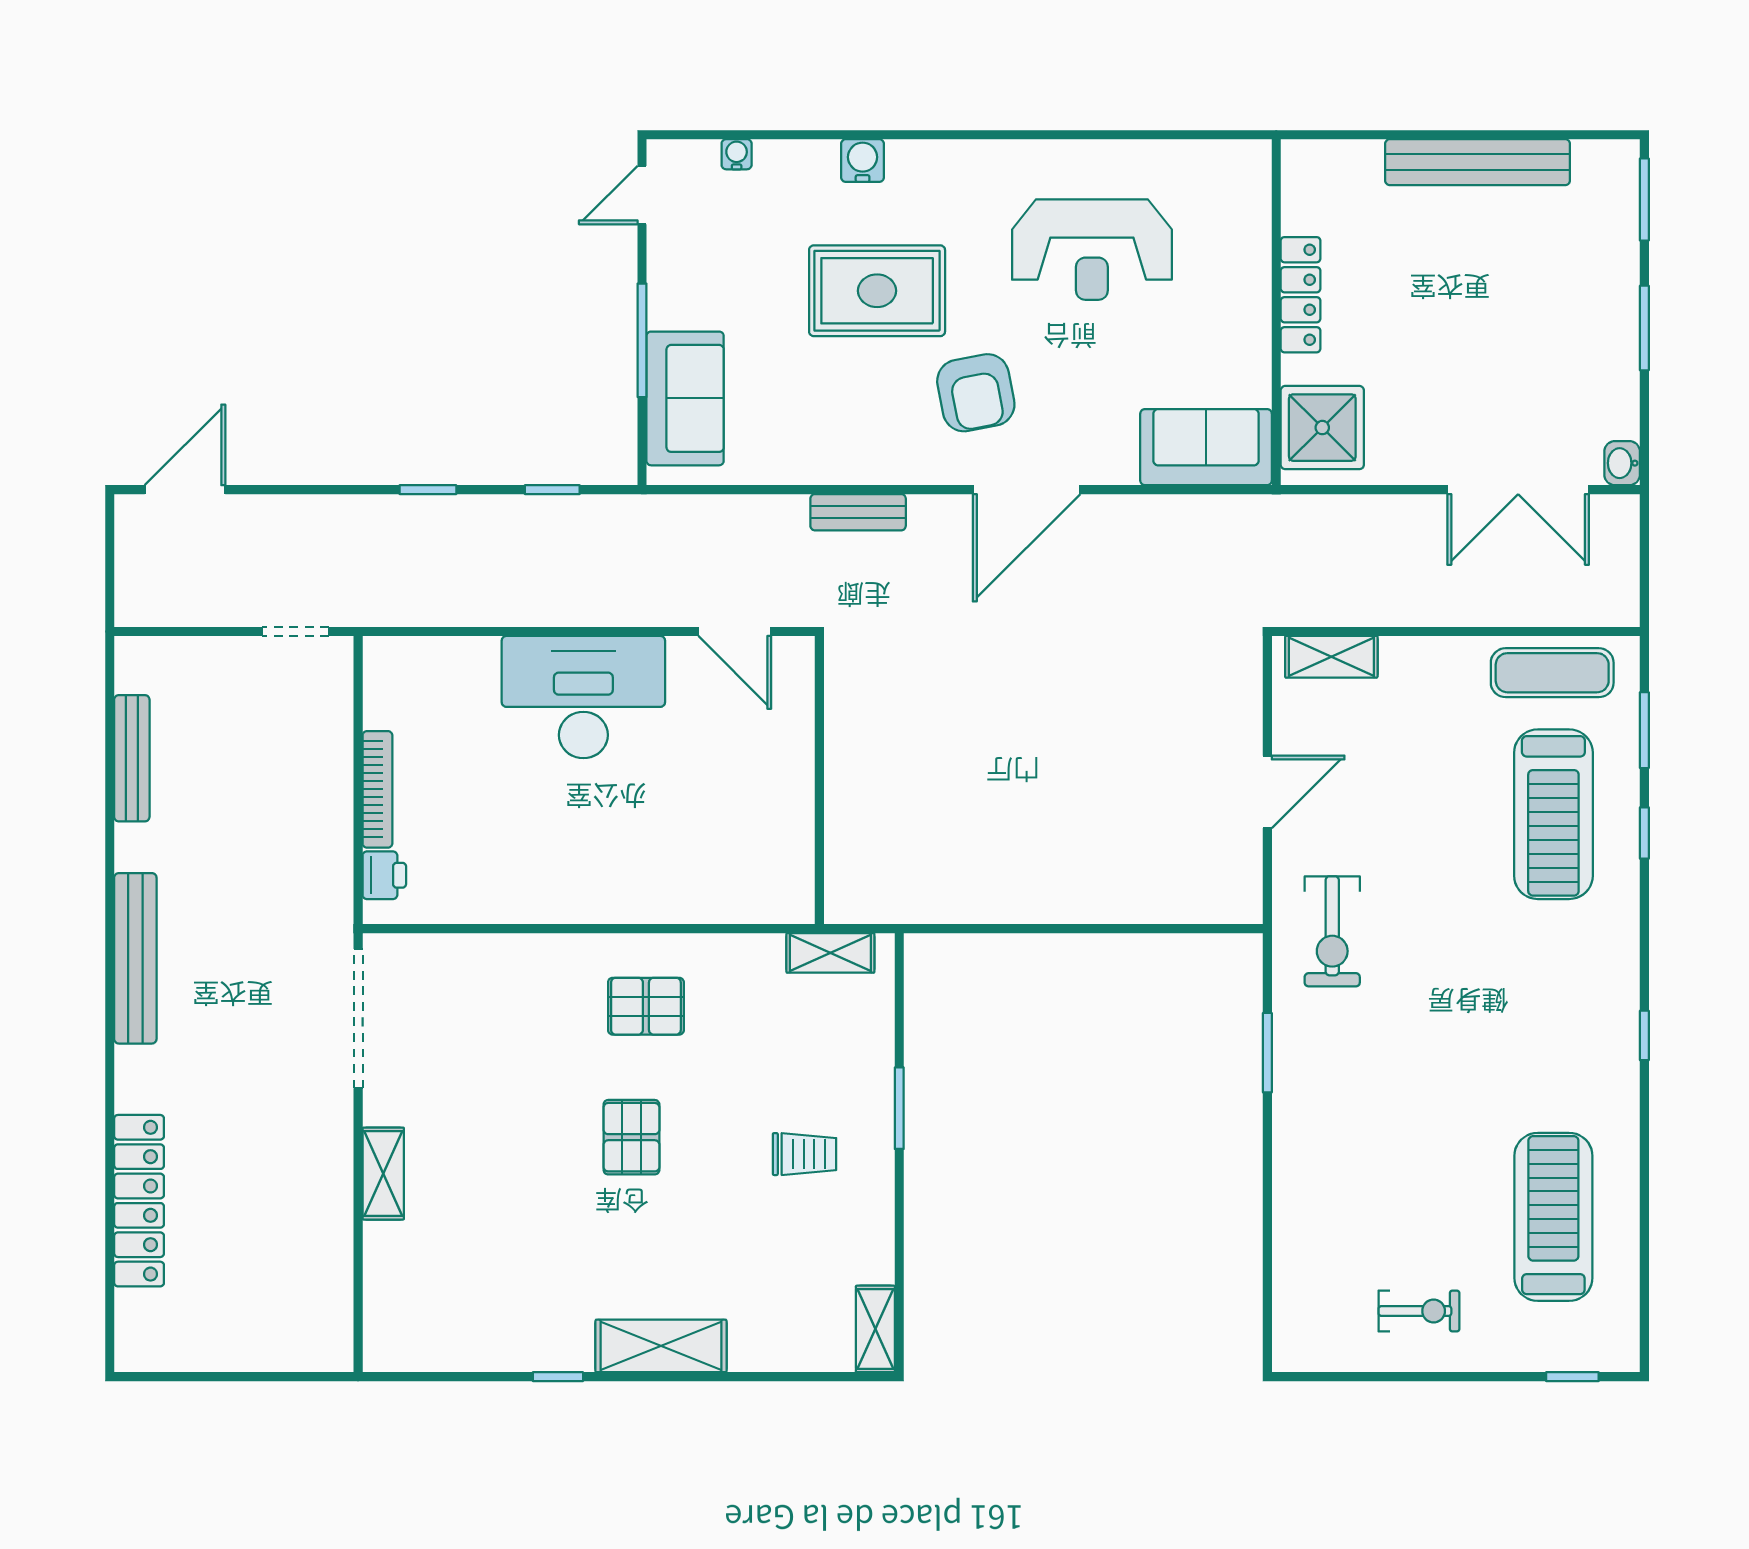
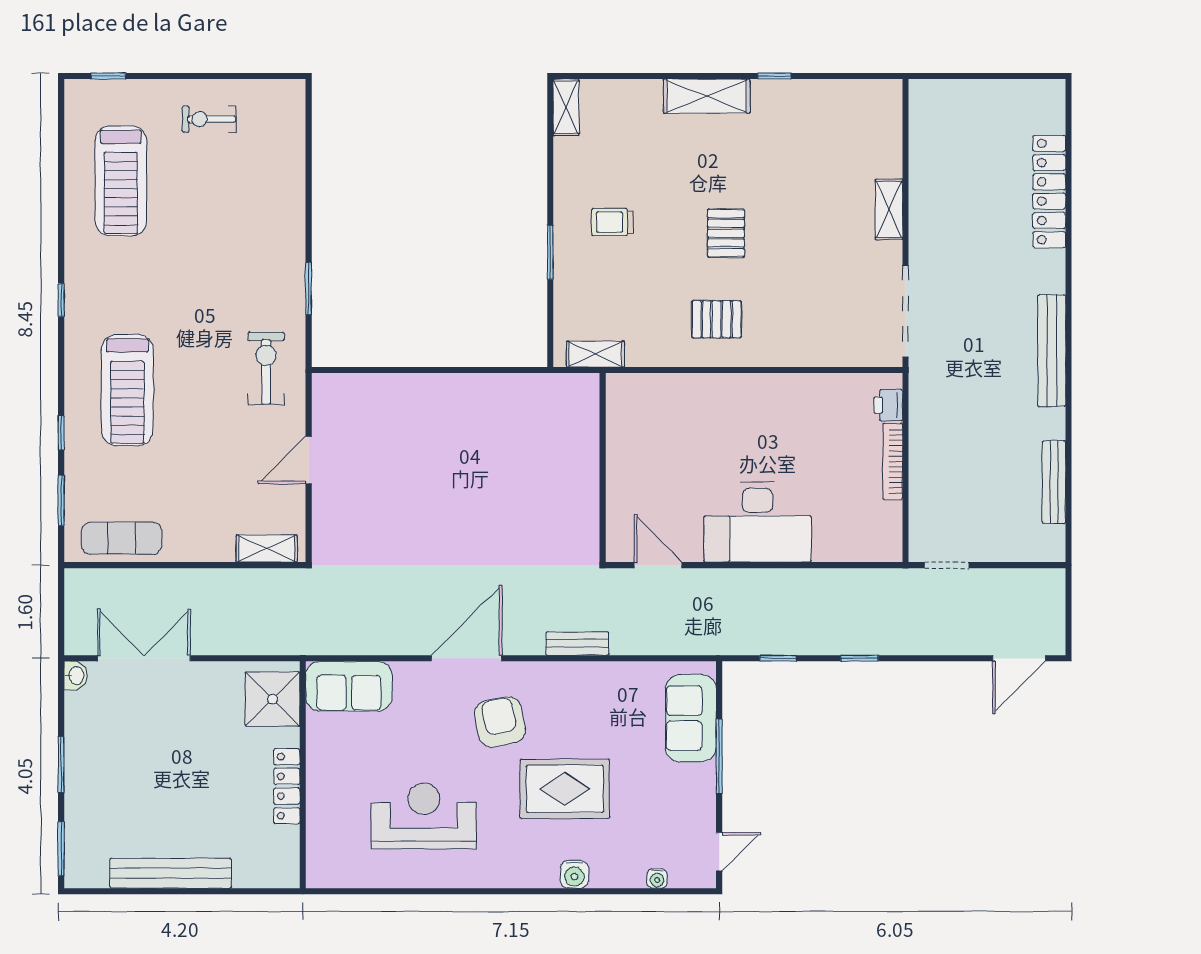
treadmill: (1553, 814) -> (127, 390), moved, turned 180

